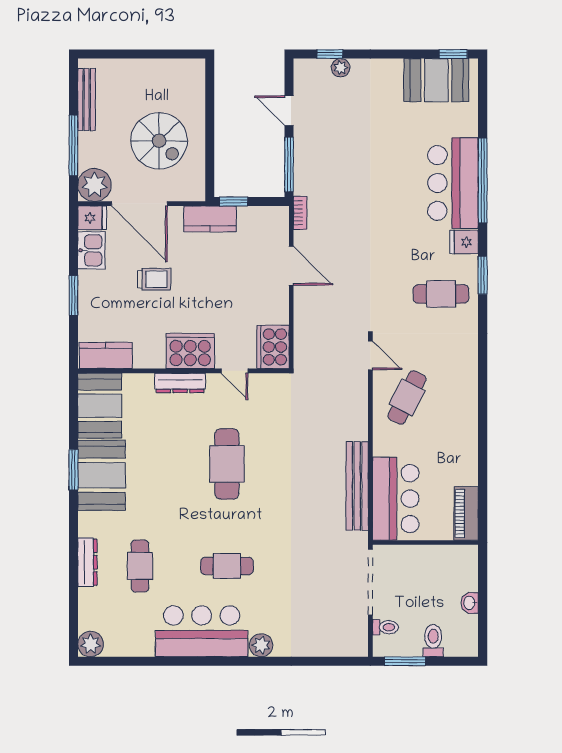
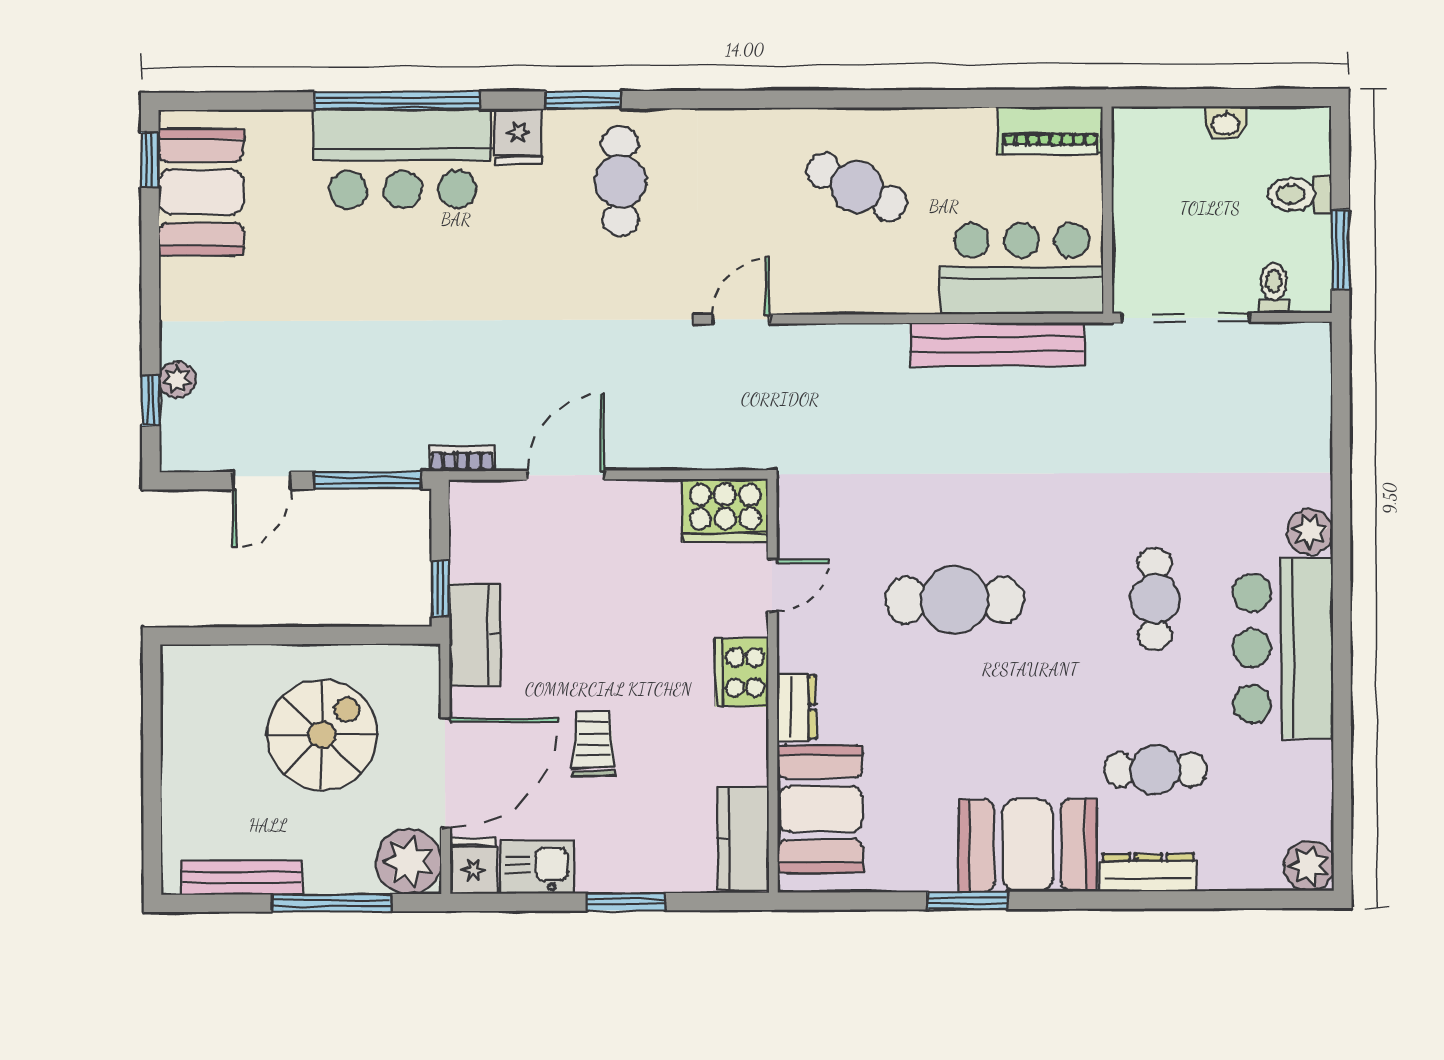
cooker: (190, 351) -> (742, 673), width x0.73, depth x0.76
dresser: (180, 383) -> (796, 707), width x0.70
cafe table: (407, 397) -> (857, 187), moved
booth: (100, 406) -> (820, 809), moved, turned 90
booth: (102, 475) -> (1028, 845), moved

